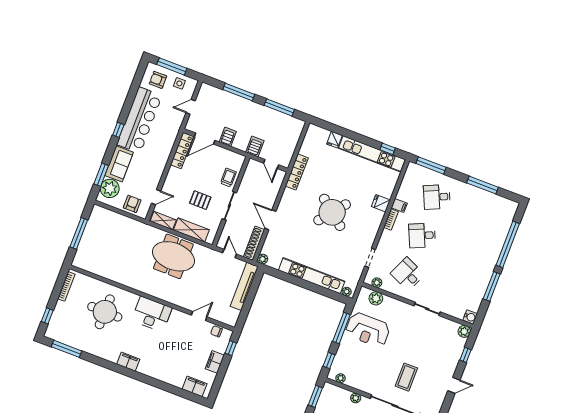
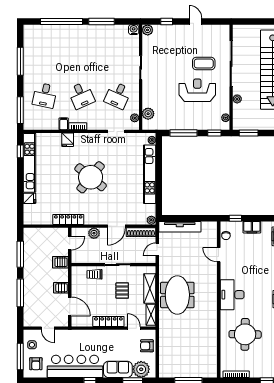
locker: (182, 151) -> (108, 321), moved
plant: (272, 193) -> (94, 233), added
desk: (437, 197) -> (45, 95), turned 36
reception desk: (368, 330) -> (197, 90), moved, turned -90

